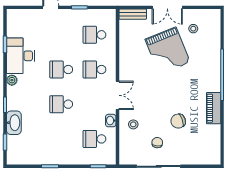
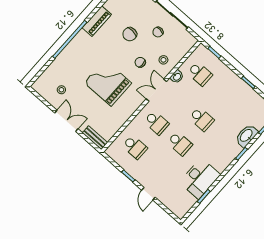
grand piano: (168, 51) -> (108, 83), moved, turned -68
plant: (12, 80) -> (221, 167), removed
chair: (150, 106) -> (140, 62), added
chair: (178, 121) -> (130, 34), turned 114

